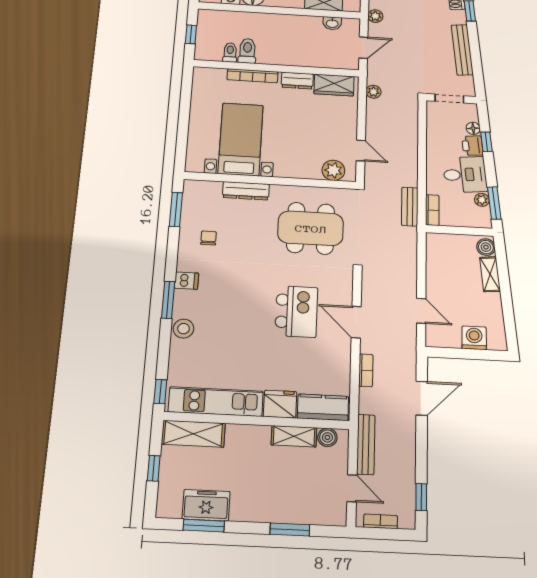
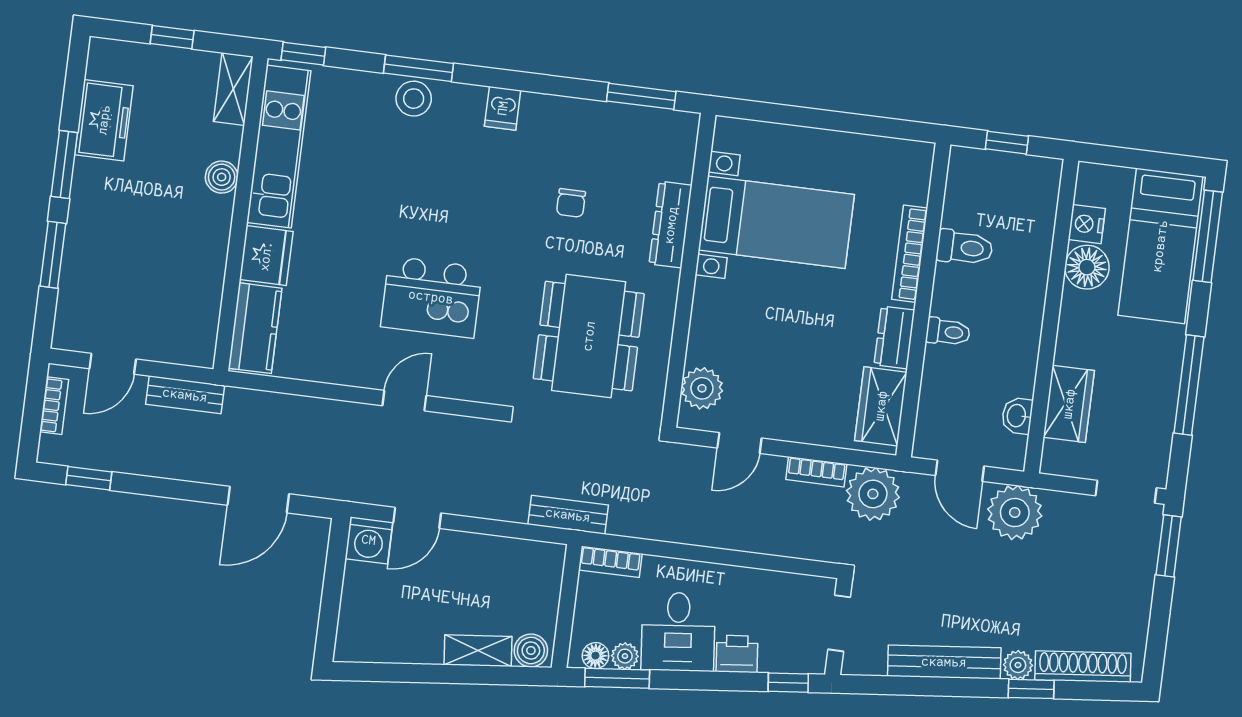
plant: (375, 16) -> (1015, 512), width x1.87, depth x1.87
plant: (459, 17) -> (1018, 665), added
toilet: (230, 52) -> (948, 332), moved
plant: (373, 92) -> (873, 494), width x1.87, depth x1.87
floor lamp: (473, 128) -> (595, 656), moved
window: (486, 142) -> (788, 683), moved
bench: (410, 207) -> (568, 515), moved
chair: (209, 238) -> (571, 203), moved, turned 90
window: (168, 300) -> (418, 68), moved
door: (356, 322) -> (404, 401), width x0.73
washing machine: (474, 338) -> (369, 540), moved, turned 90
bookcase: (366, 370) -> (816, 472), moved
door: (422, 398) -> (258, 500), hinge flipped
shelving: (193, 434) -> (233, 89), width x0.67, depth x0.75
shelving: (294, 436) -> (209, 274), removed
boiler: (327, 437) -> (222, 177), moved
bench: (366, 444) -> (185, 395), width x0.73
window: (204, 526) -> (64, 165), moved

